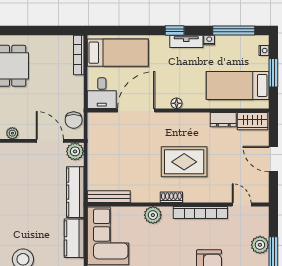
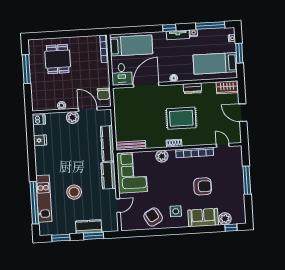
dresser: (223, 120) -> (192, 88), moved
plant: (75, 151) -> (73, 117), moved
plant: (260, 245) -> (237, 172), removed

